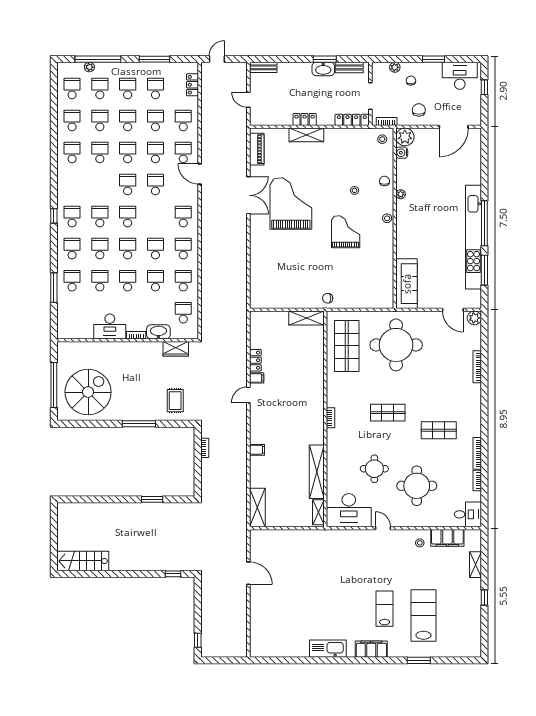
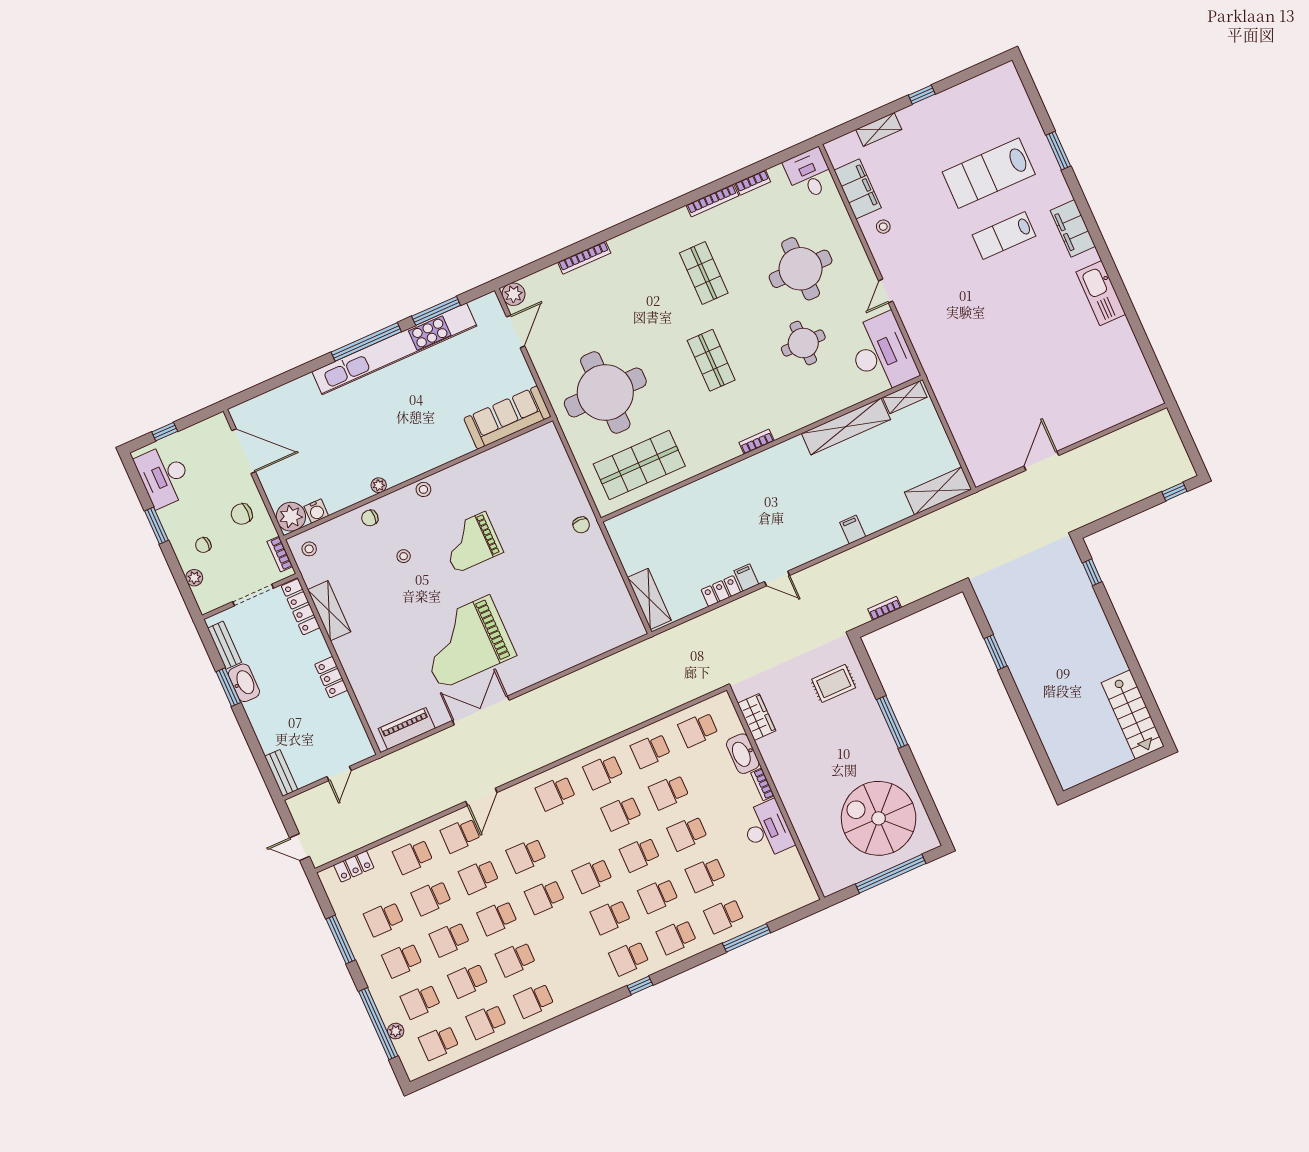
shelving: (306, 135) -> (329, 611), moved
shelving: (306, 318) -> (649, 599), moved

